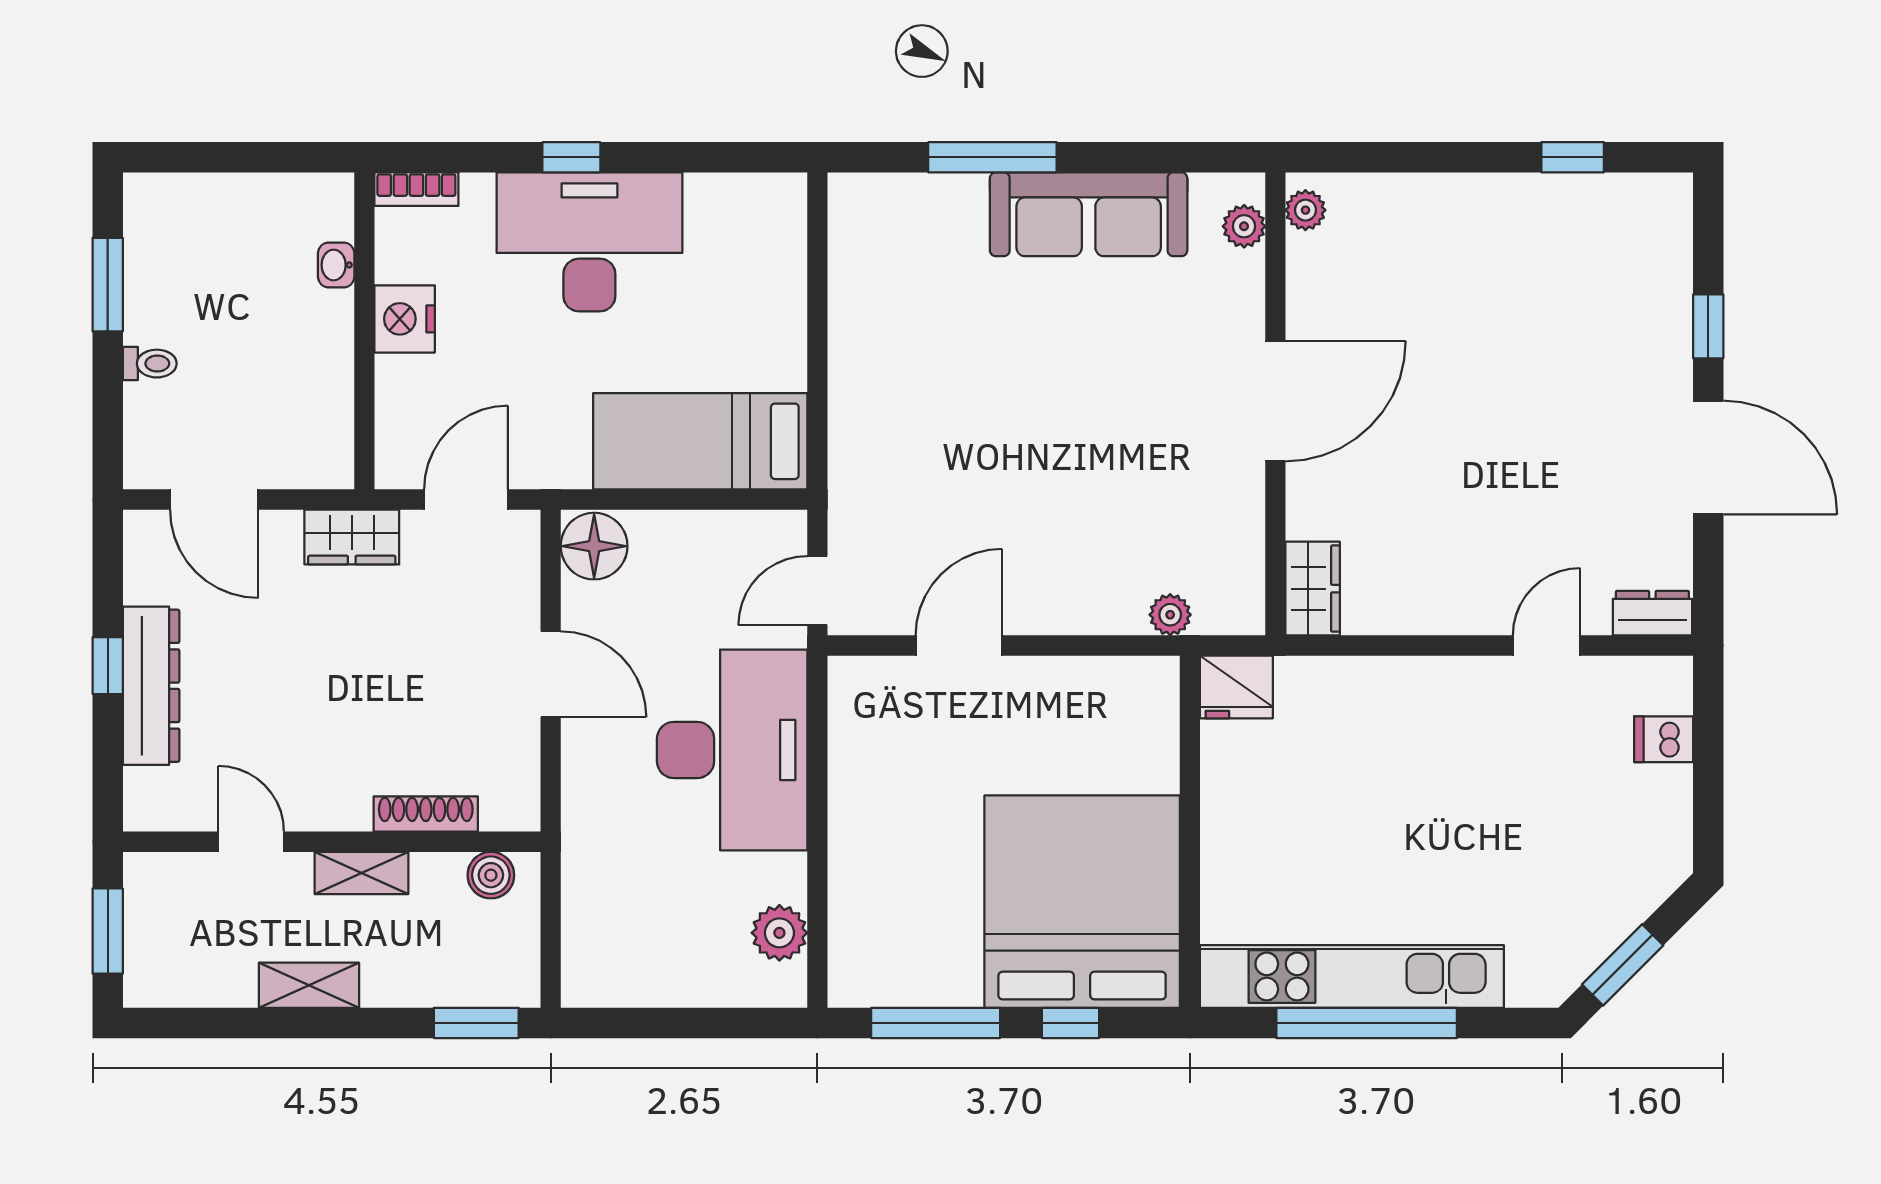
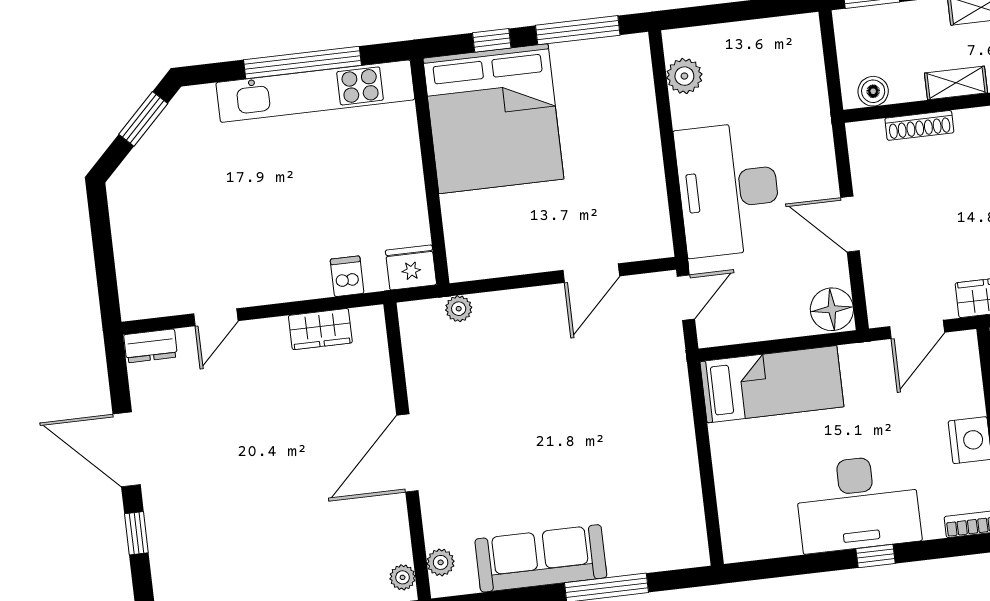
wardrobe: (1313, 589) -> (320, 329), moved, turned -90
dishwasher: (1664, 739) -> (347, 276), moved, turned -90

